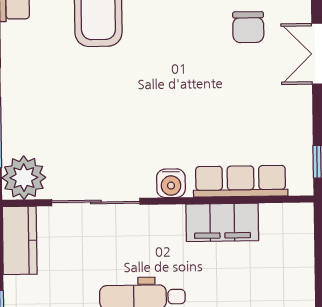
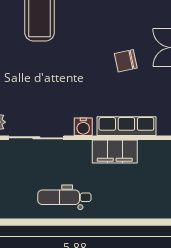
chair: (248, 27) -> (126, 61), moved, turned 78

